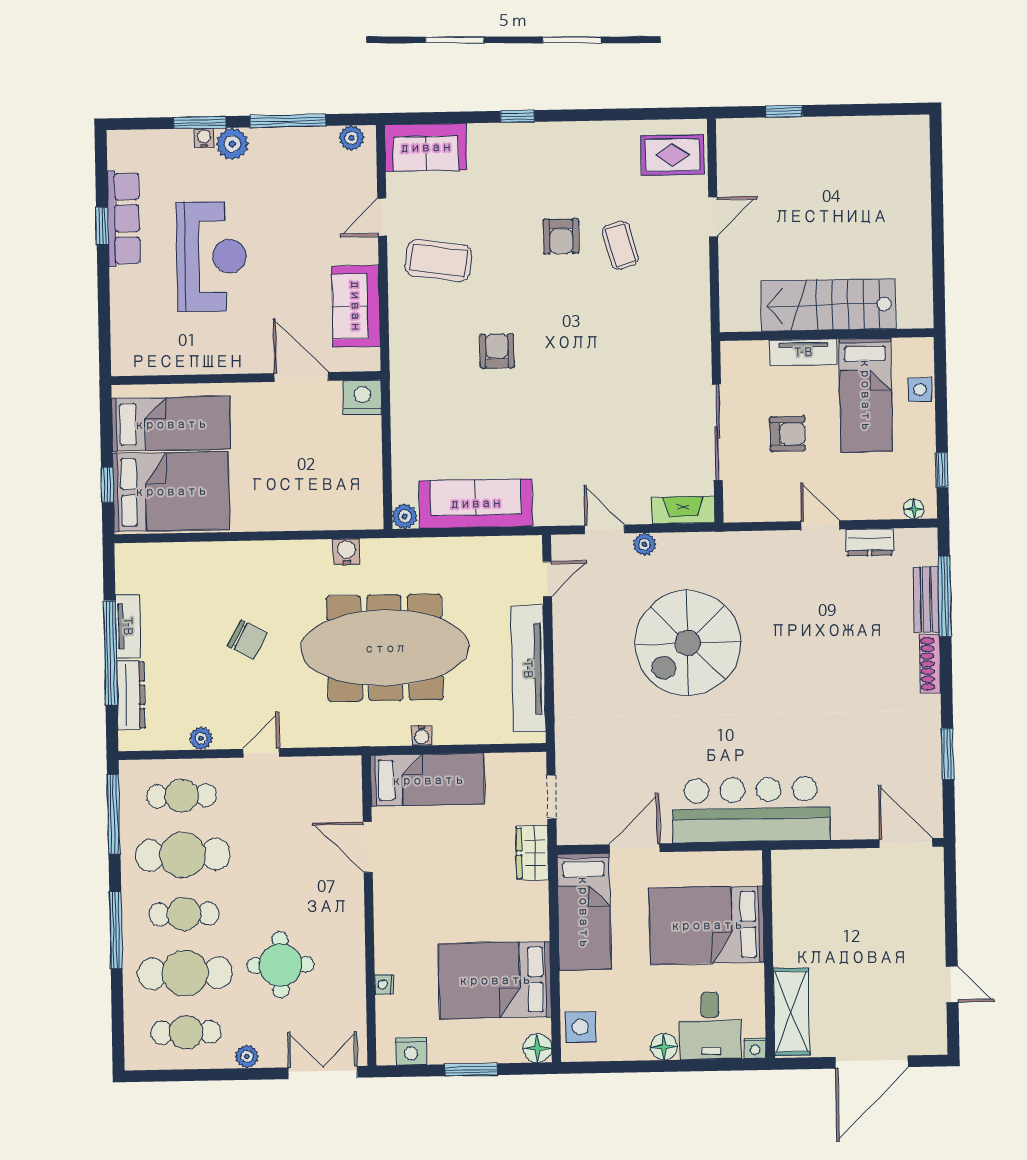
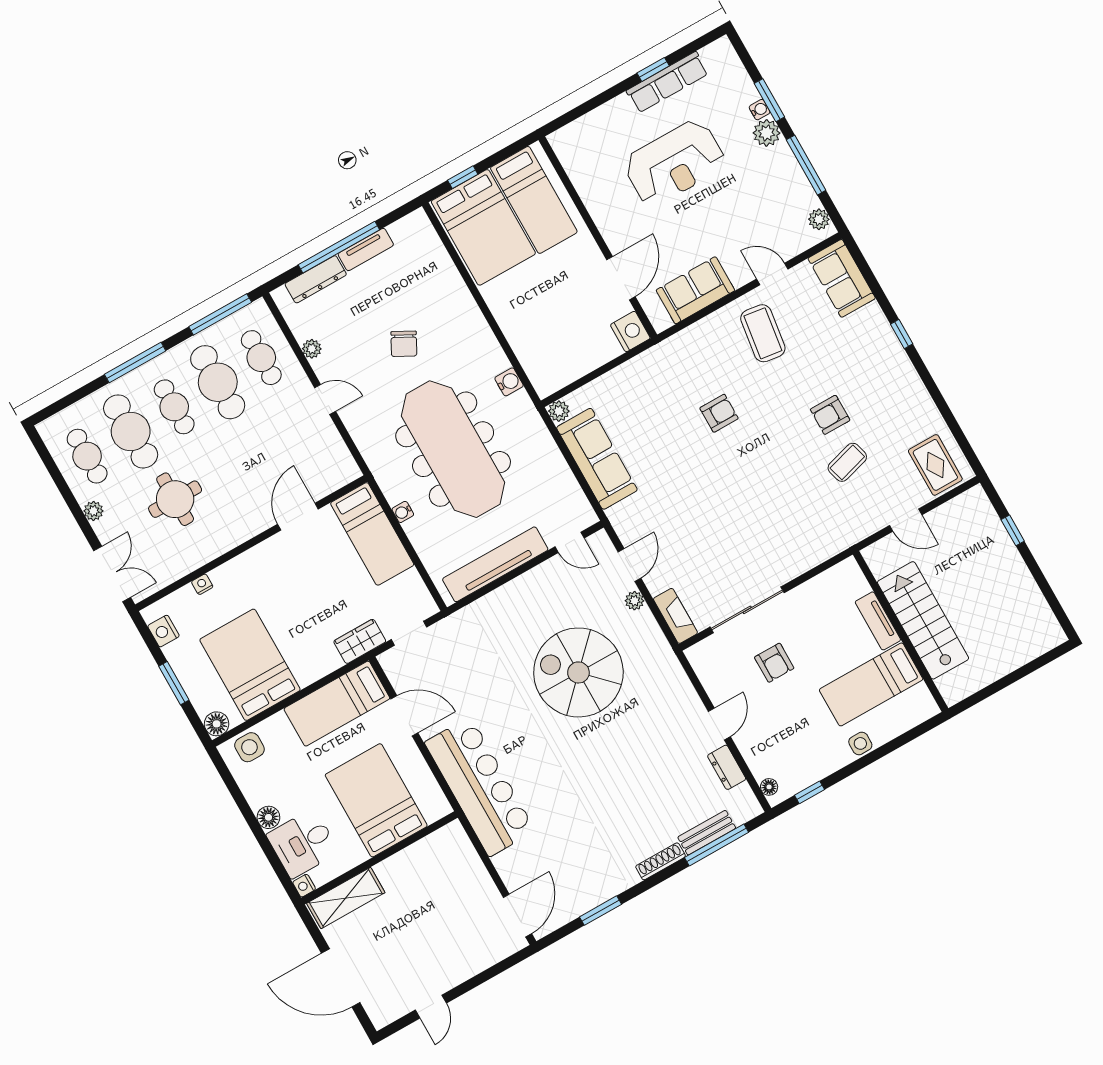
stairs: (828, 305) -> (923, 620), moved
wall: (827, 335) -> (900, 631), moved
tv unit: (803, 352) -> (878, 621), moved
bed: (866, 395) -> (871, 684), moved

